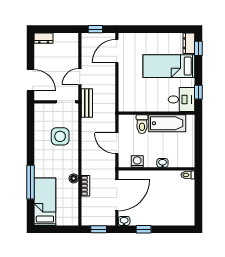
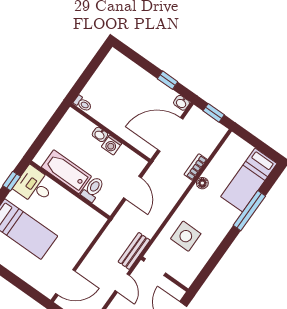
door: (80, 77) -> (122, 283), hinge flipped
washing machine: (137, 161) -> (112, 145), moved

